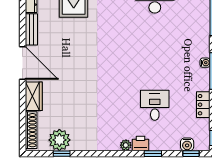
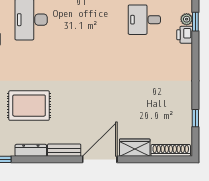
plant: (59, 140) -> (181, 120), removed
plant: (126, 145) -> (187, 19), moved

